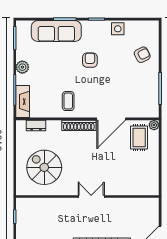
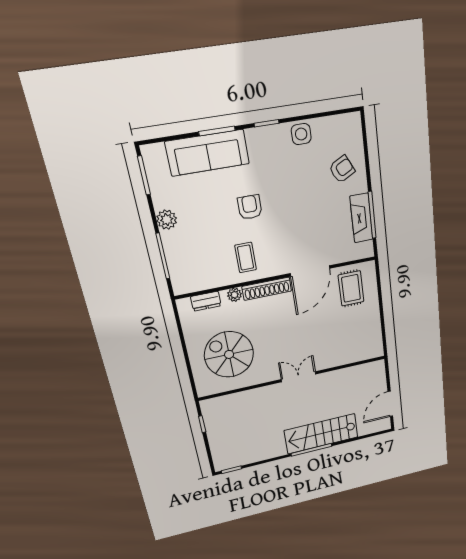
armchair: (90, 60) -> (250, 207), moved
fireplace: (23, 102) -> (361, 218), moved, turned 180
plant: (154, 125) -> (234, 295), moved

